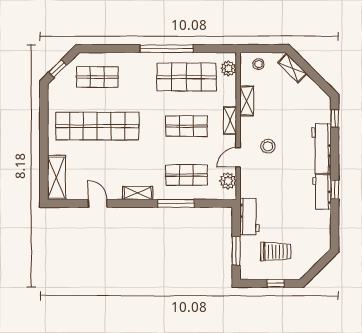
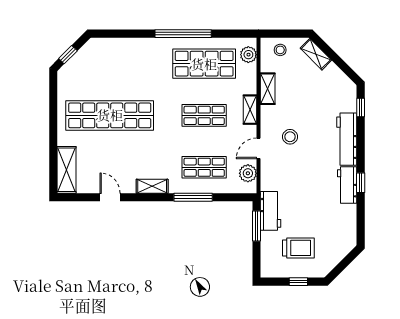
shop shelf: (97, 77) -> (110, 64), removed
window: (236, 251) -> (257, 226), moved

